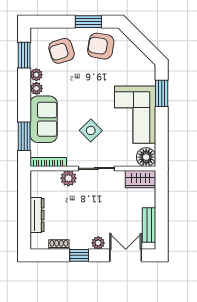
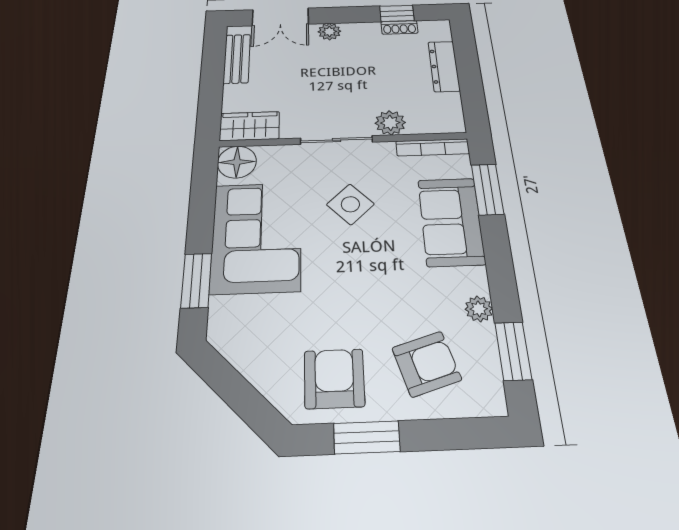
armchair: (101, 46) -> (334, 378), turned -99
plant: (36, 88) -> (475, 281), removed
window: (79, 255) -> (397, 13), moved

